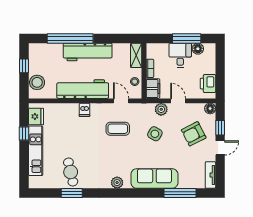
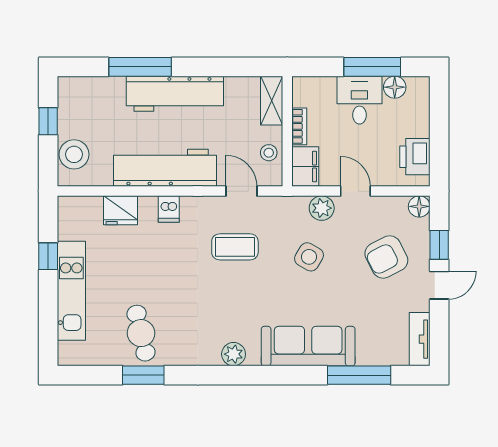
window: (70, 39) -> (140, 67), width x0.68
fridge: (36, 116) -> (120, 210), moved, turned 90

